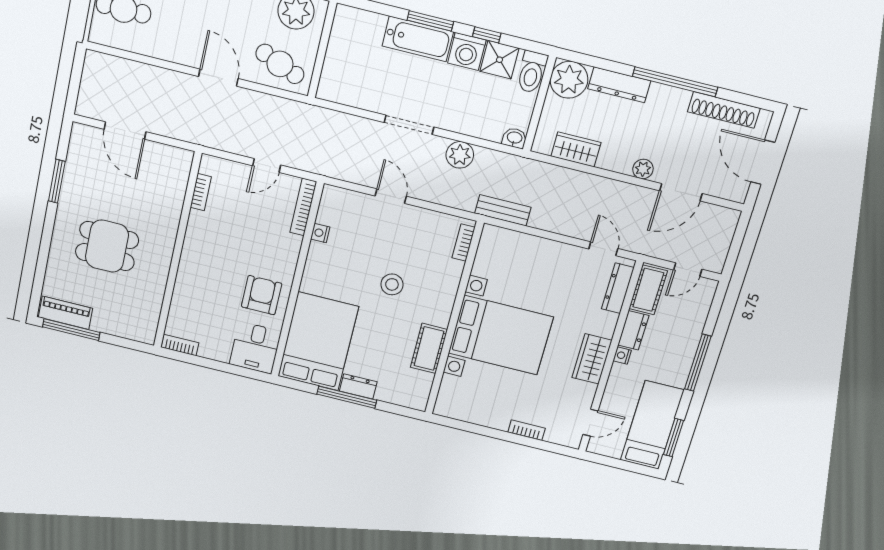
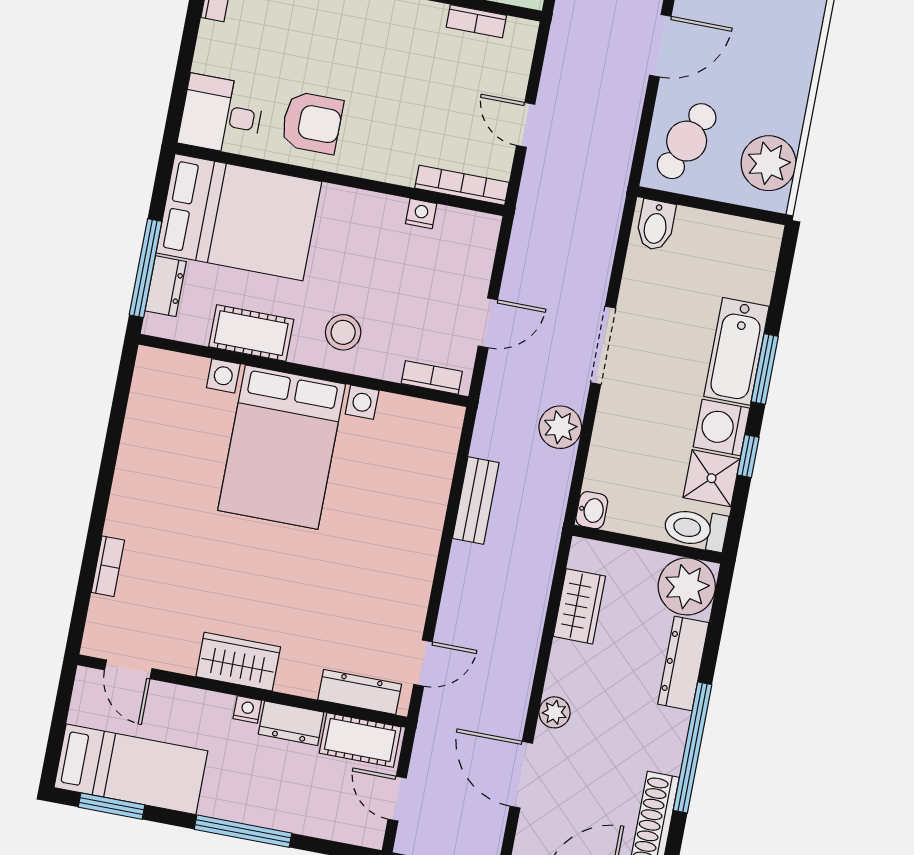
bidet: (333, 87) -> (656, 225), added
bookcase: (464, 243) -> (432, 377), moved
wall: (454, 319) -> (303, 370), moved
bed with nightstands: (501, 335) -> (282, 447), moved
cot: (429, 348) -> (251, 333), moved

